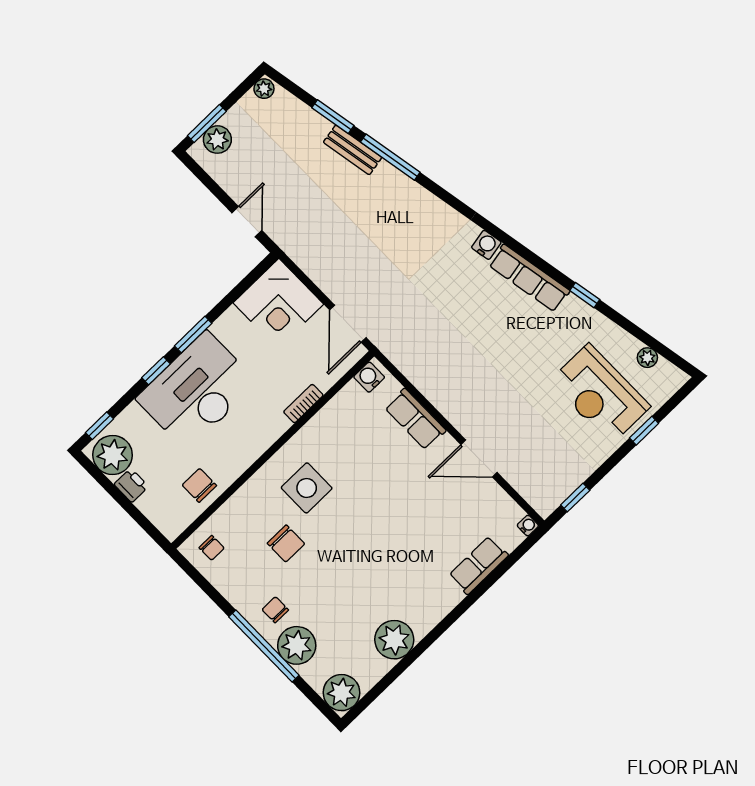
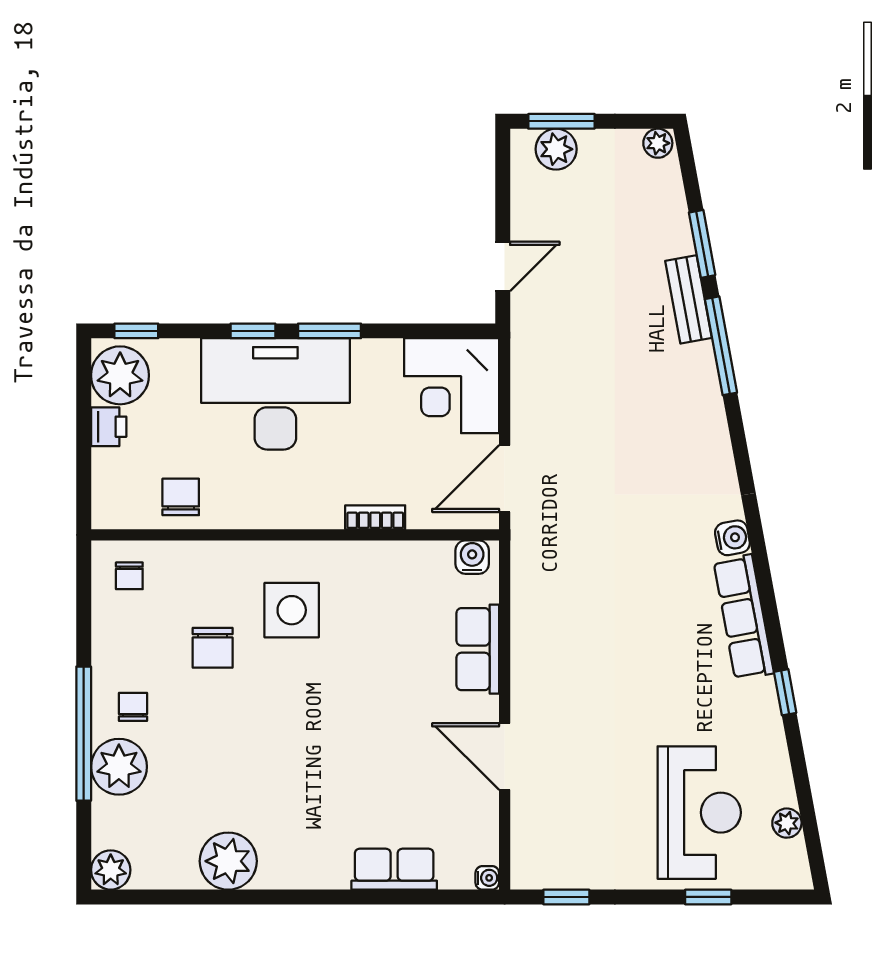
reception desk: (600, 394) -> (699, 813), turned 180
plant: (341, 693) -> (111, 870), width x0.73, depth x0.73

